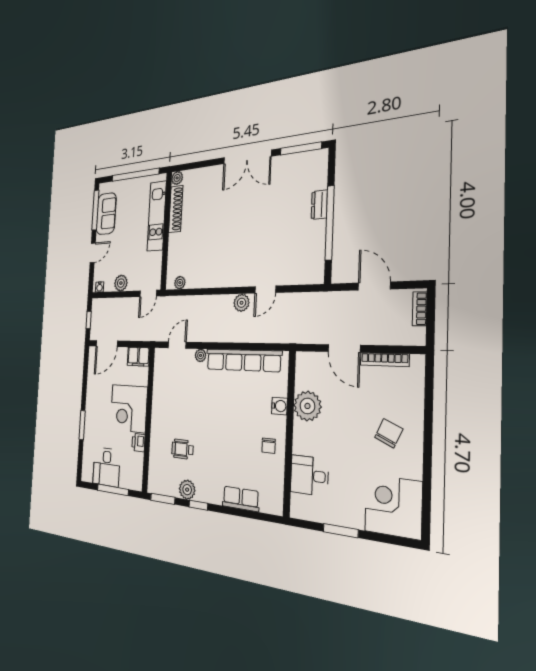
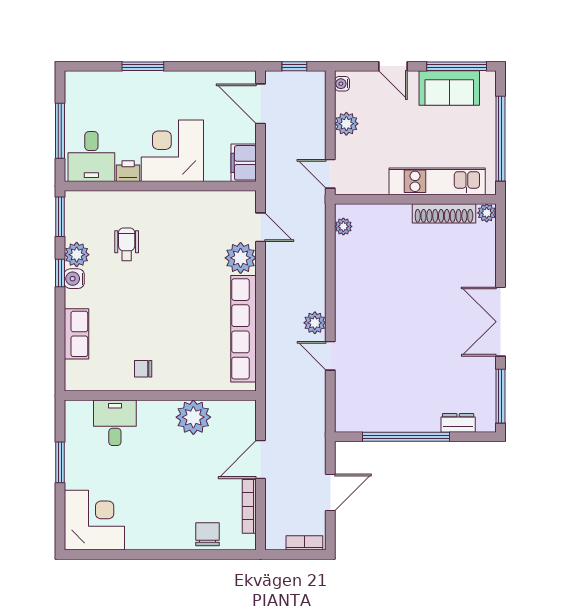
dresser: (319, 205) -> (458, 423), moved
plant: (201, 355) -> (241, 258), width x1.87, depth x1.87
water cooler: (279, 406) -> (74, 279), moved, turned 90
chair: (389, 433) -> (207, 534), moved, turned -114
desk: (106, 467) -> (91, 157), moved, turned -90

